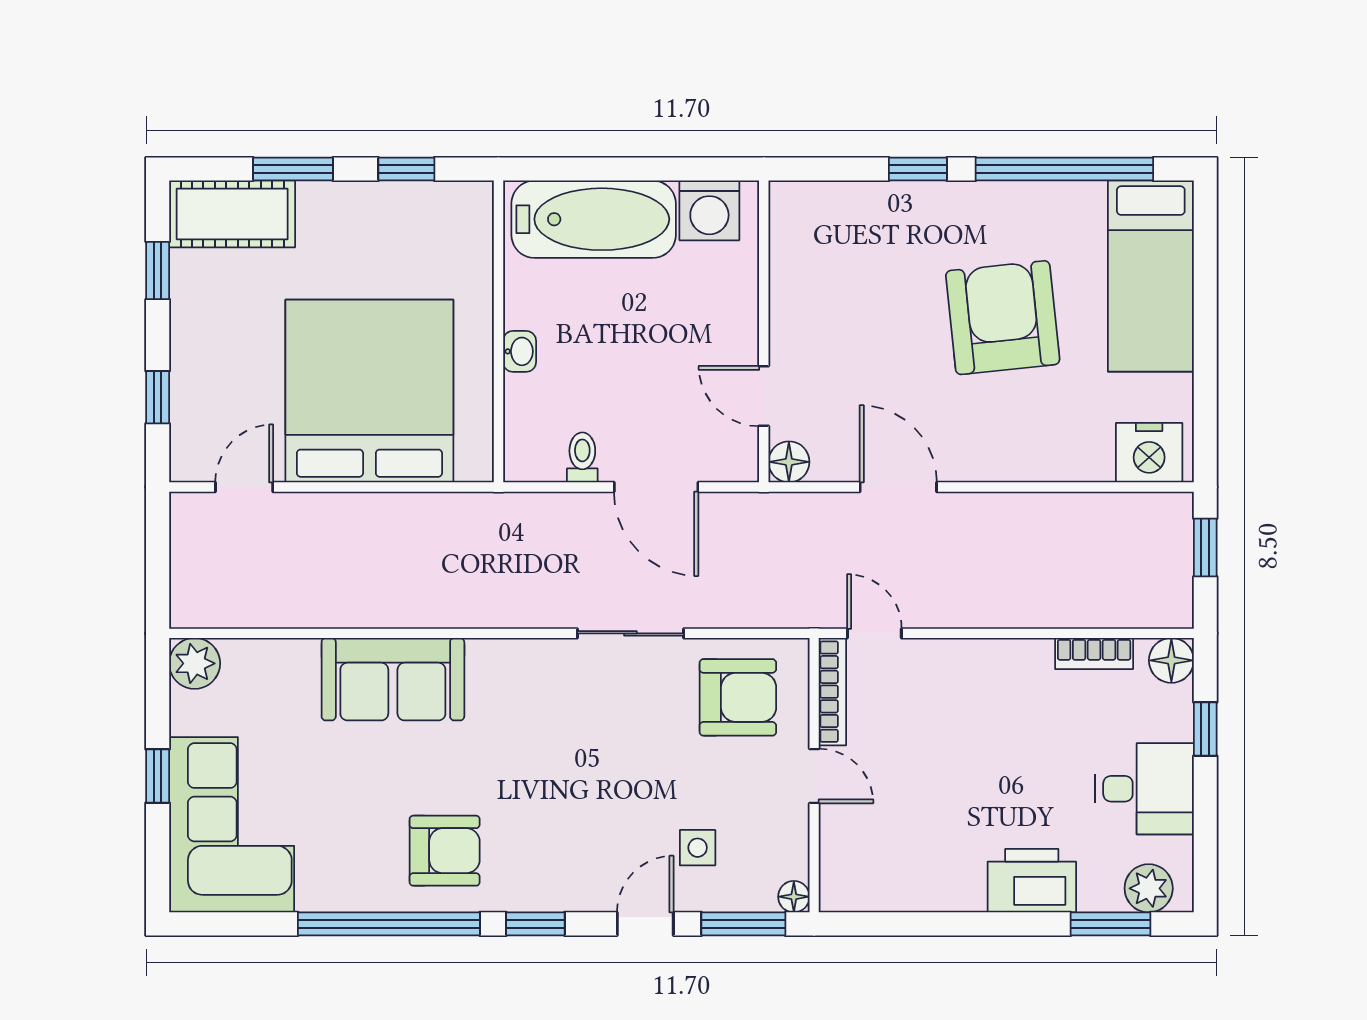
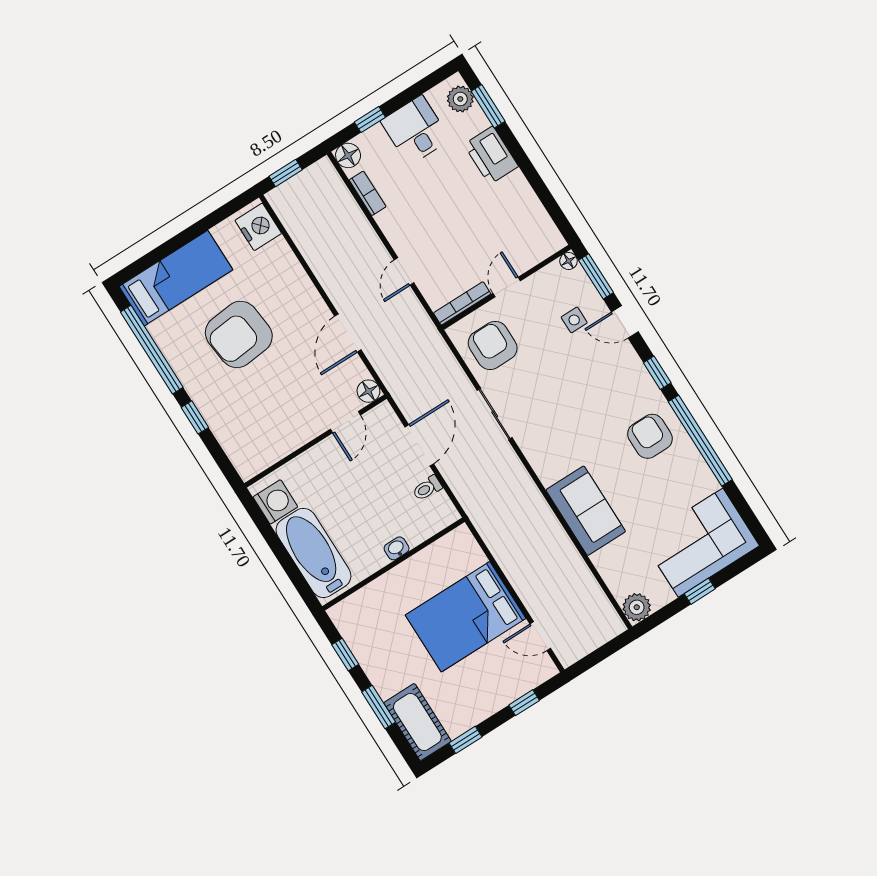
bed: (369, 391) -> (466, 617), width x0.73
door: (874, 633) -> (404, 271), moved

